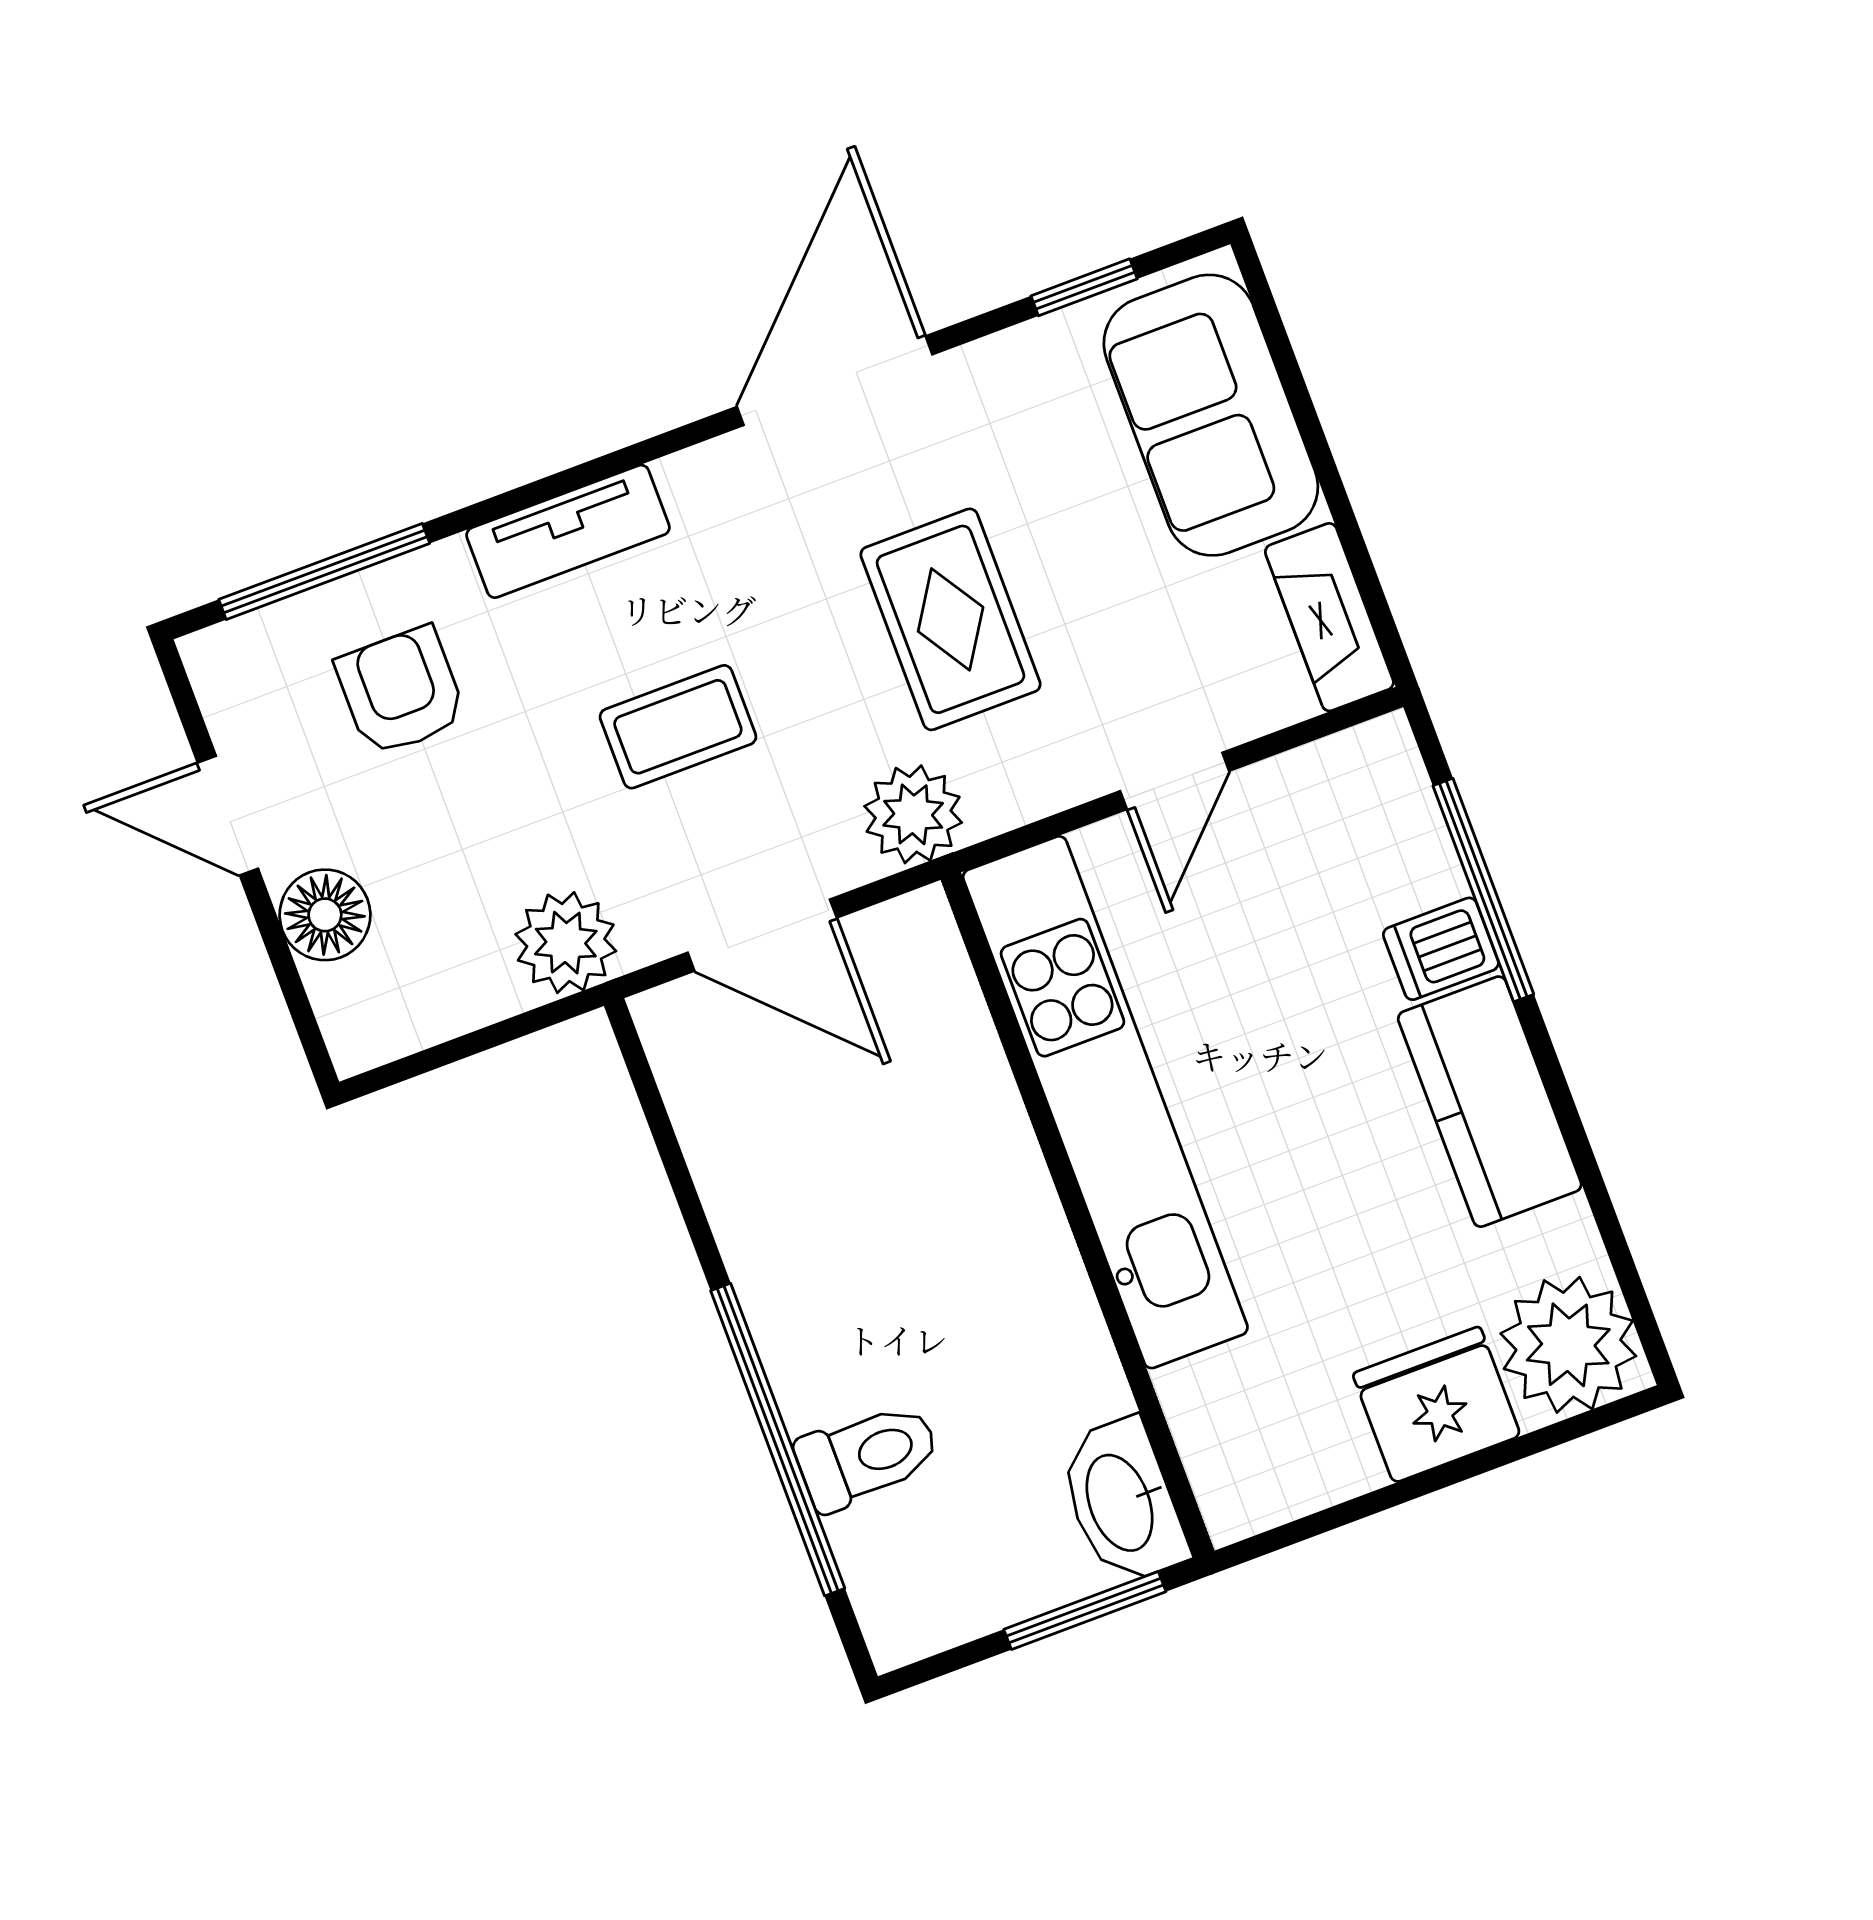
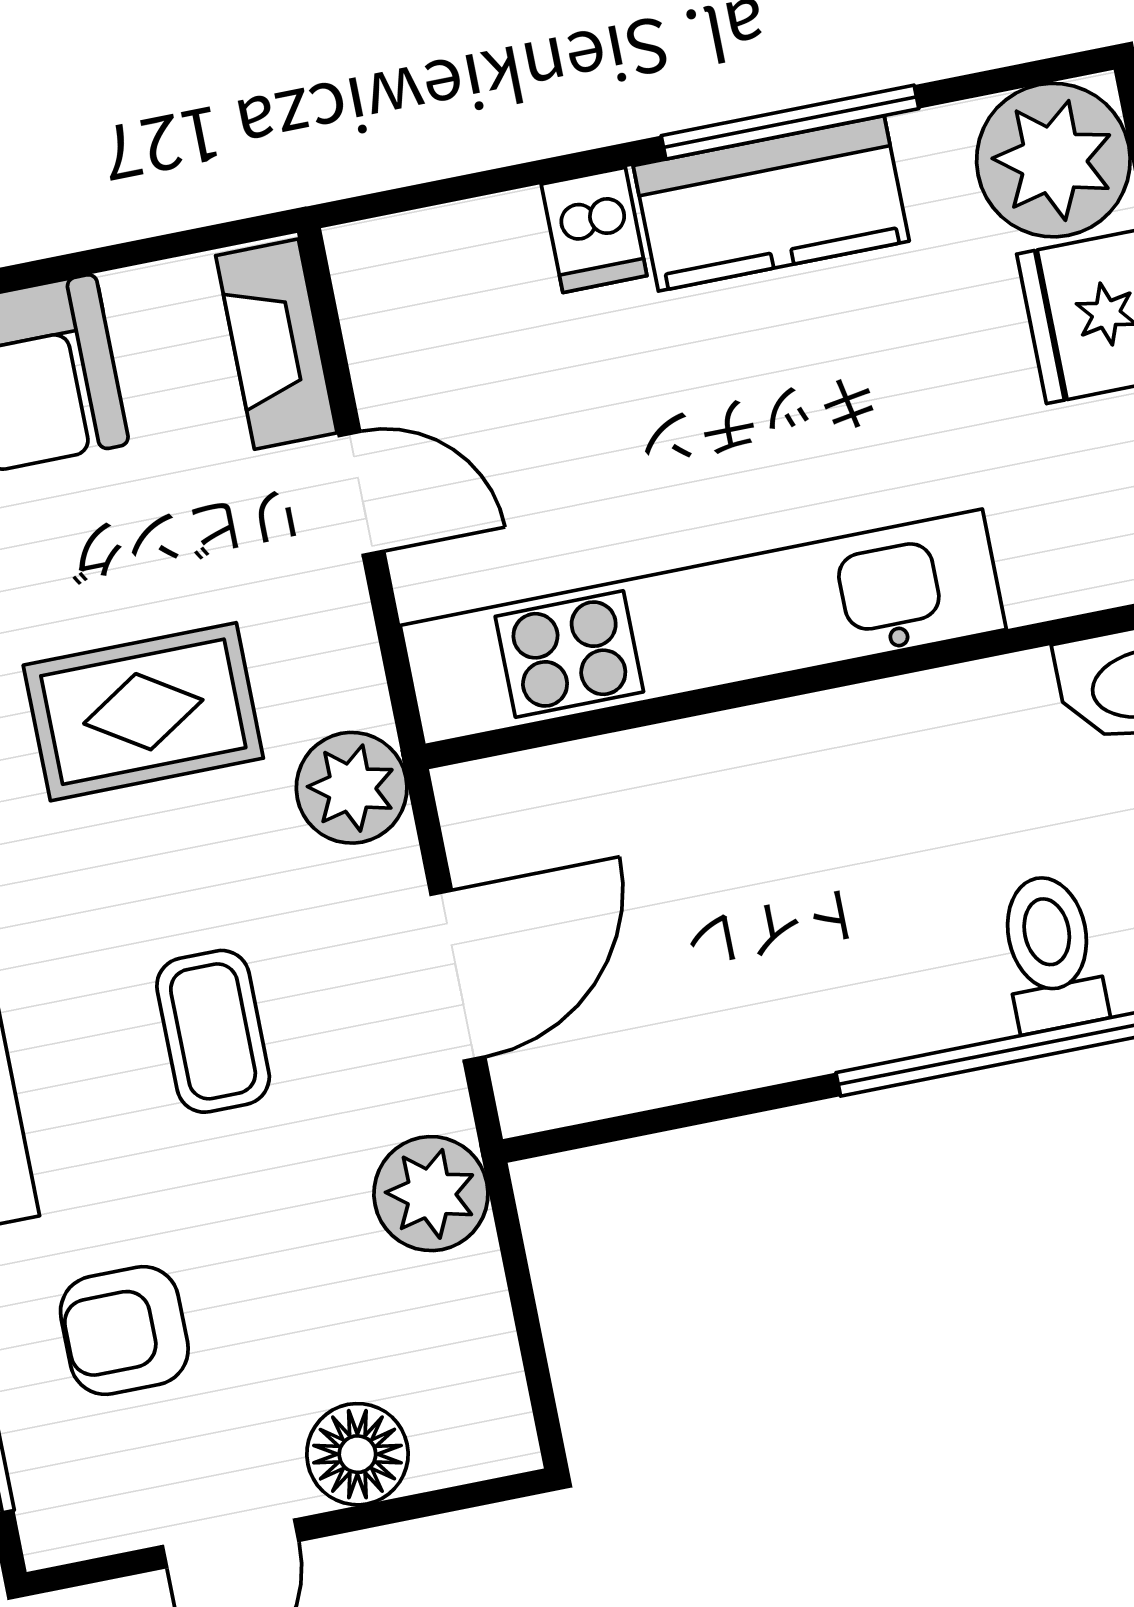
fireplace: (1329, 617) -> (276, 344), moved, turned 90
window: (1483, 890) -> (790, 122), moved

